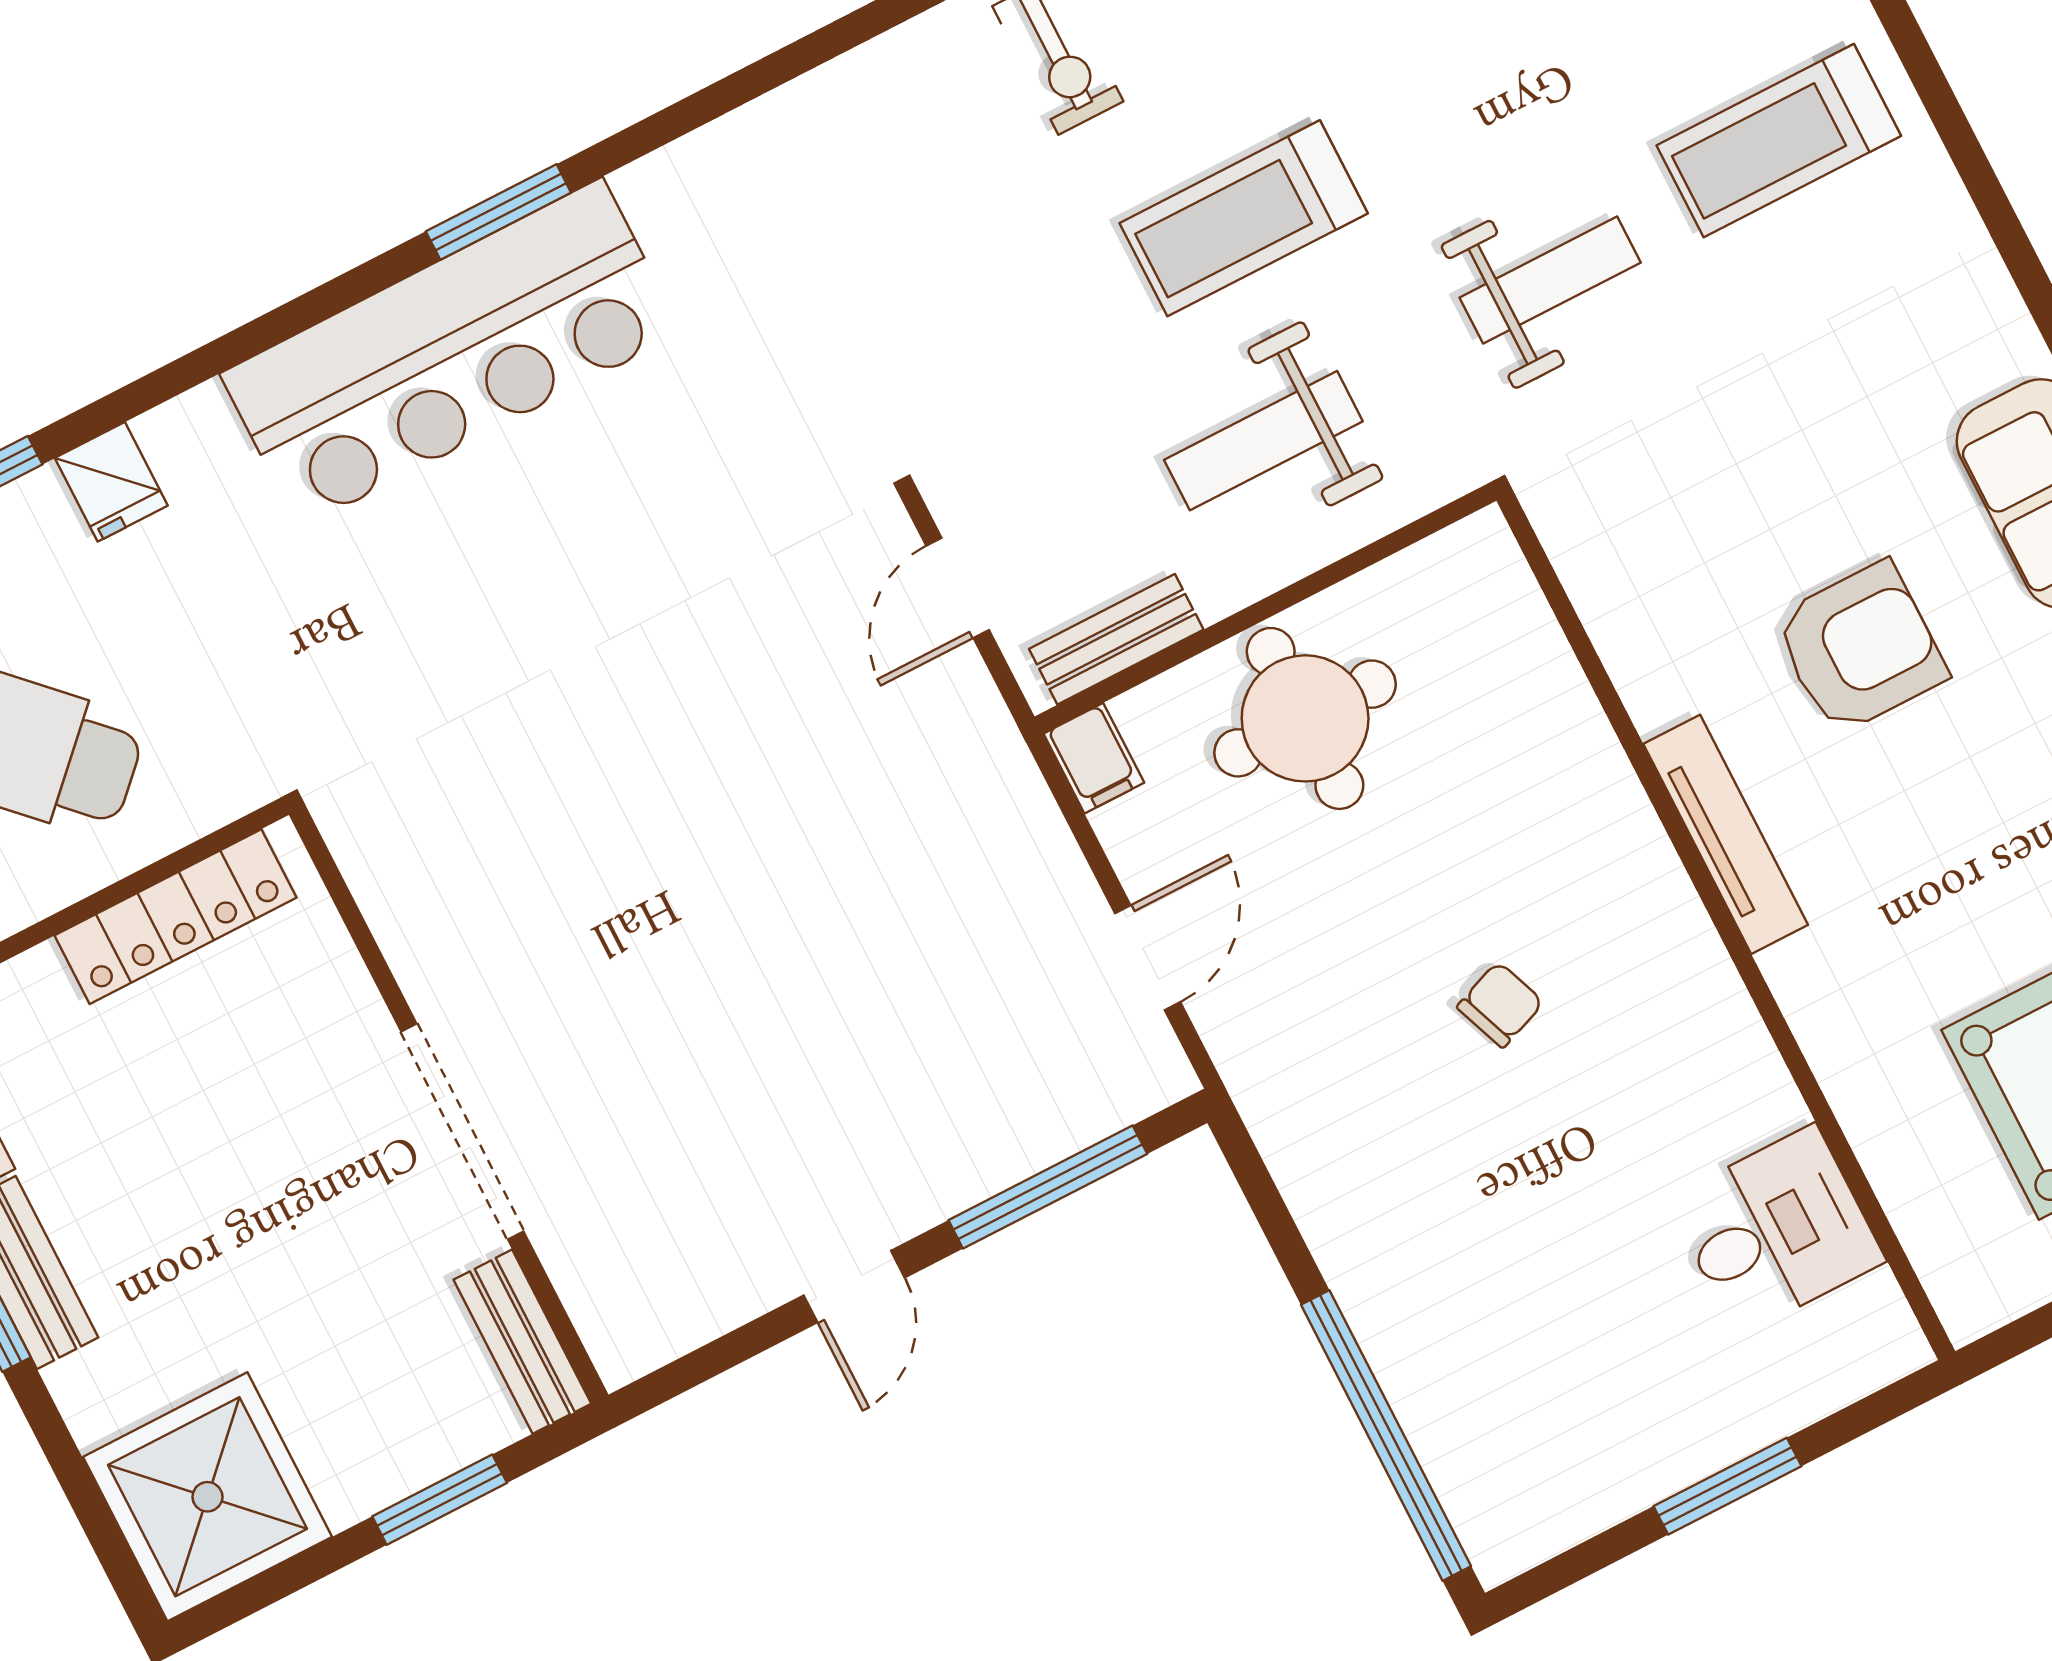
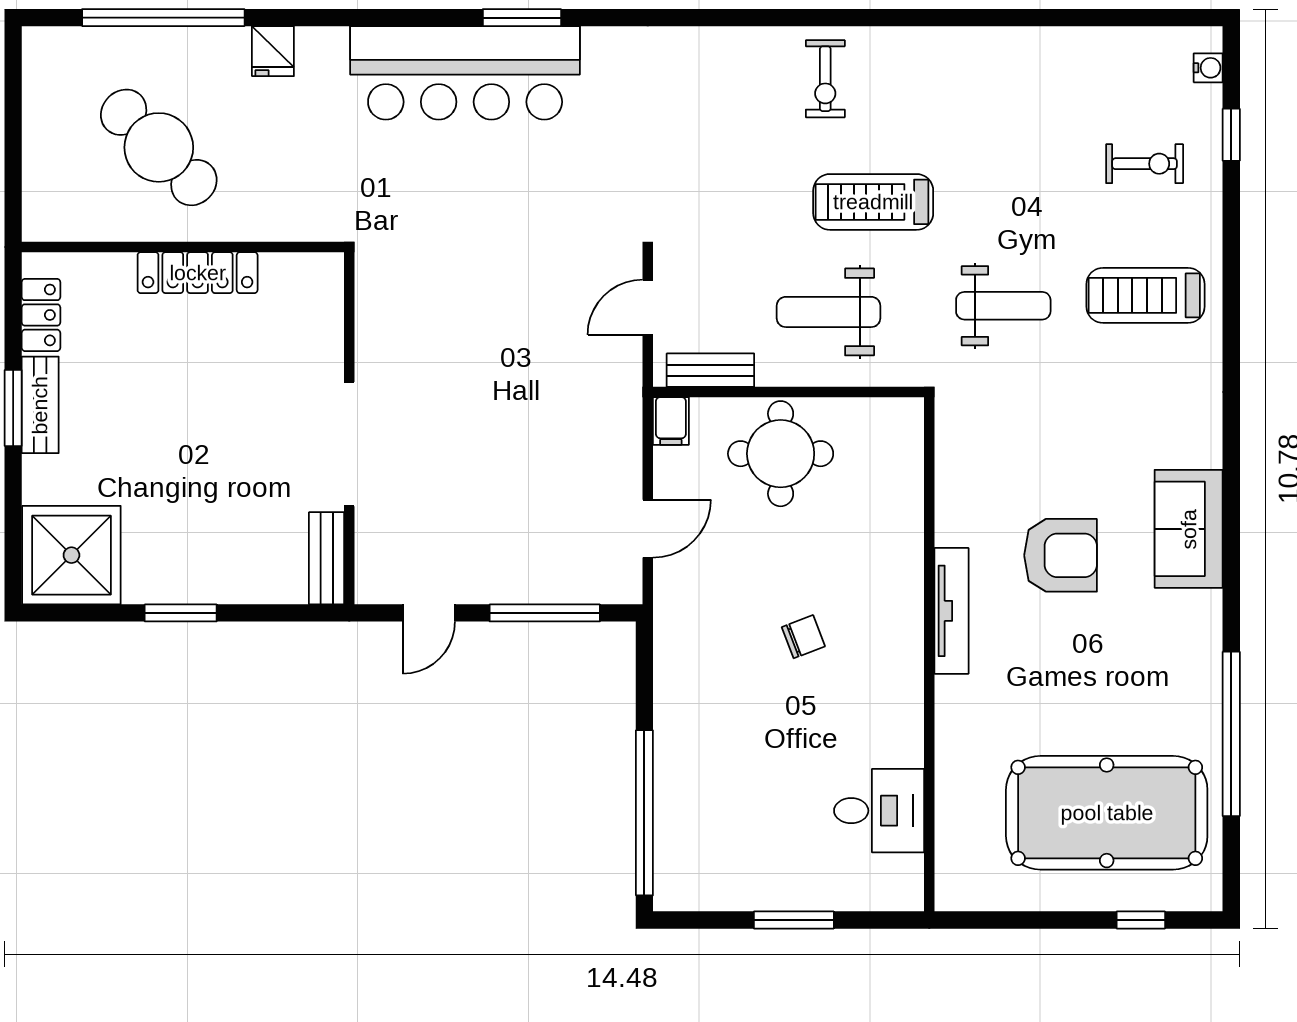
wall: (449, 1105) -> (349, 428), moved
doorway: (462, 1131) -> (349, 444), moved
bench: (522, 1342) -> (327, 558), moved

